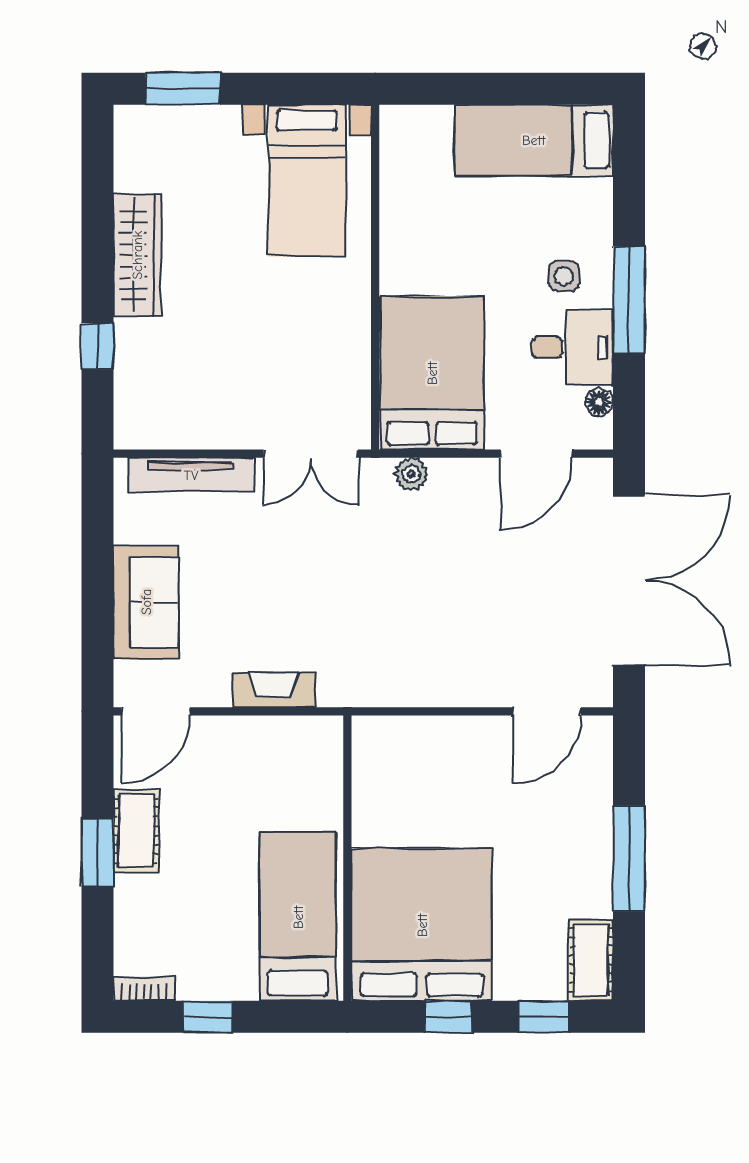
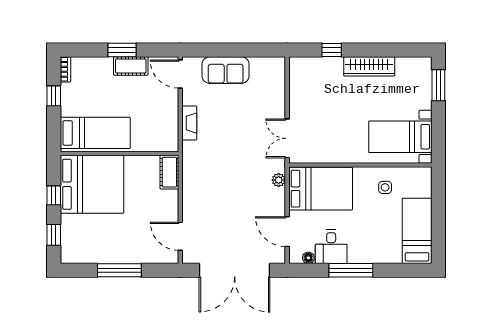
side table: (564, 276) -> (385, 187), moved
tv unit: (191, 475) -> (278, 89), removed
cot: (591, 960) -> (169, 172), moved, turned 90

